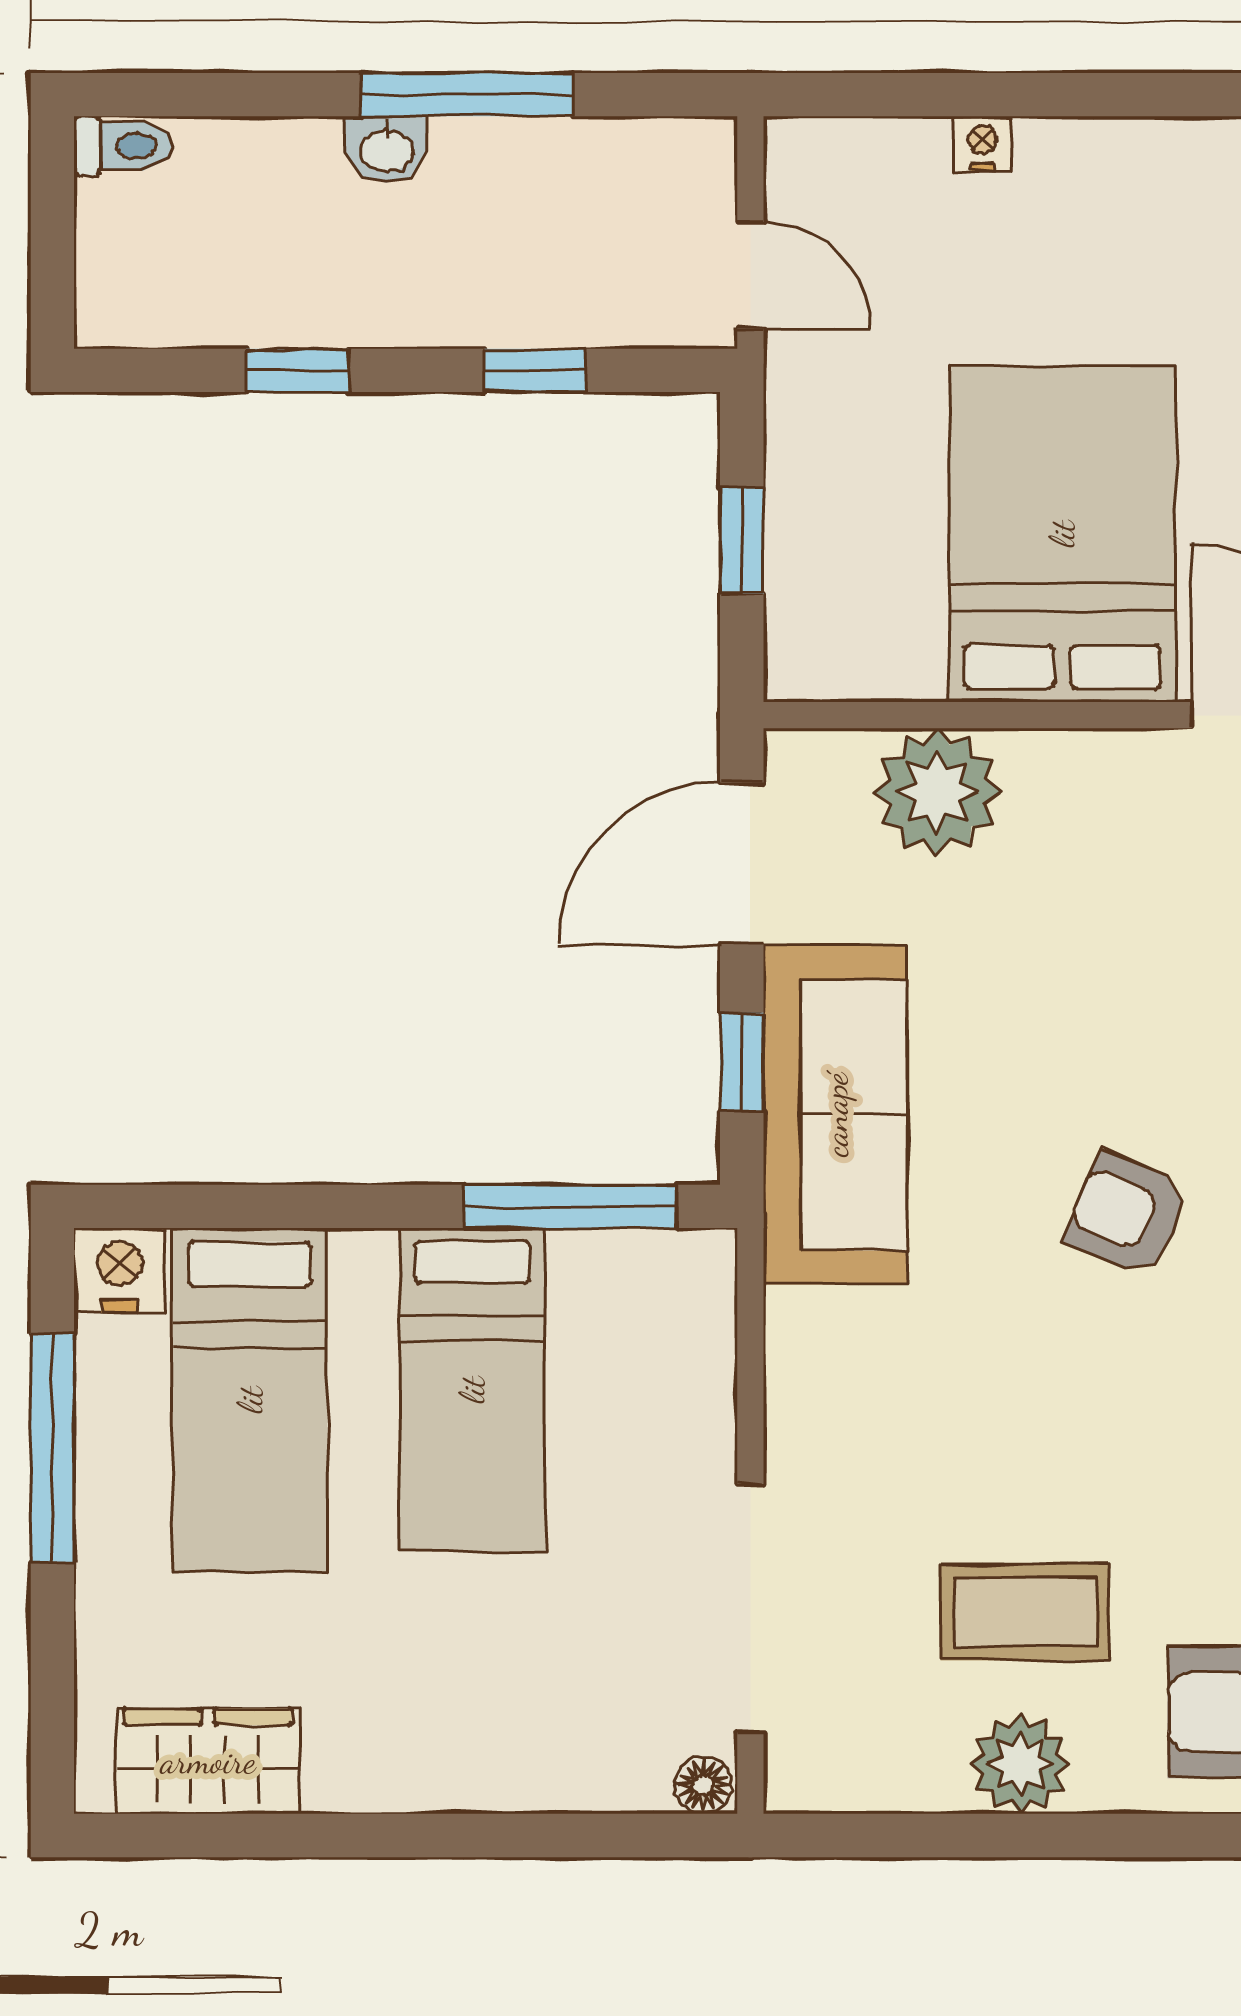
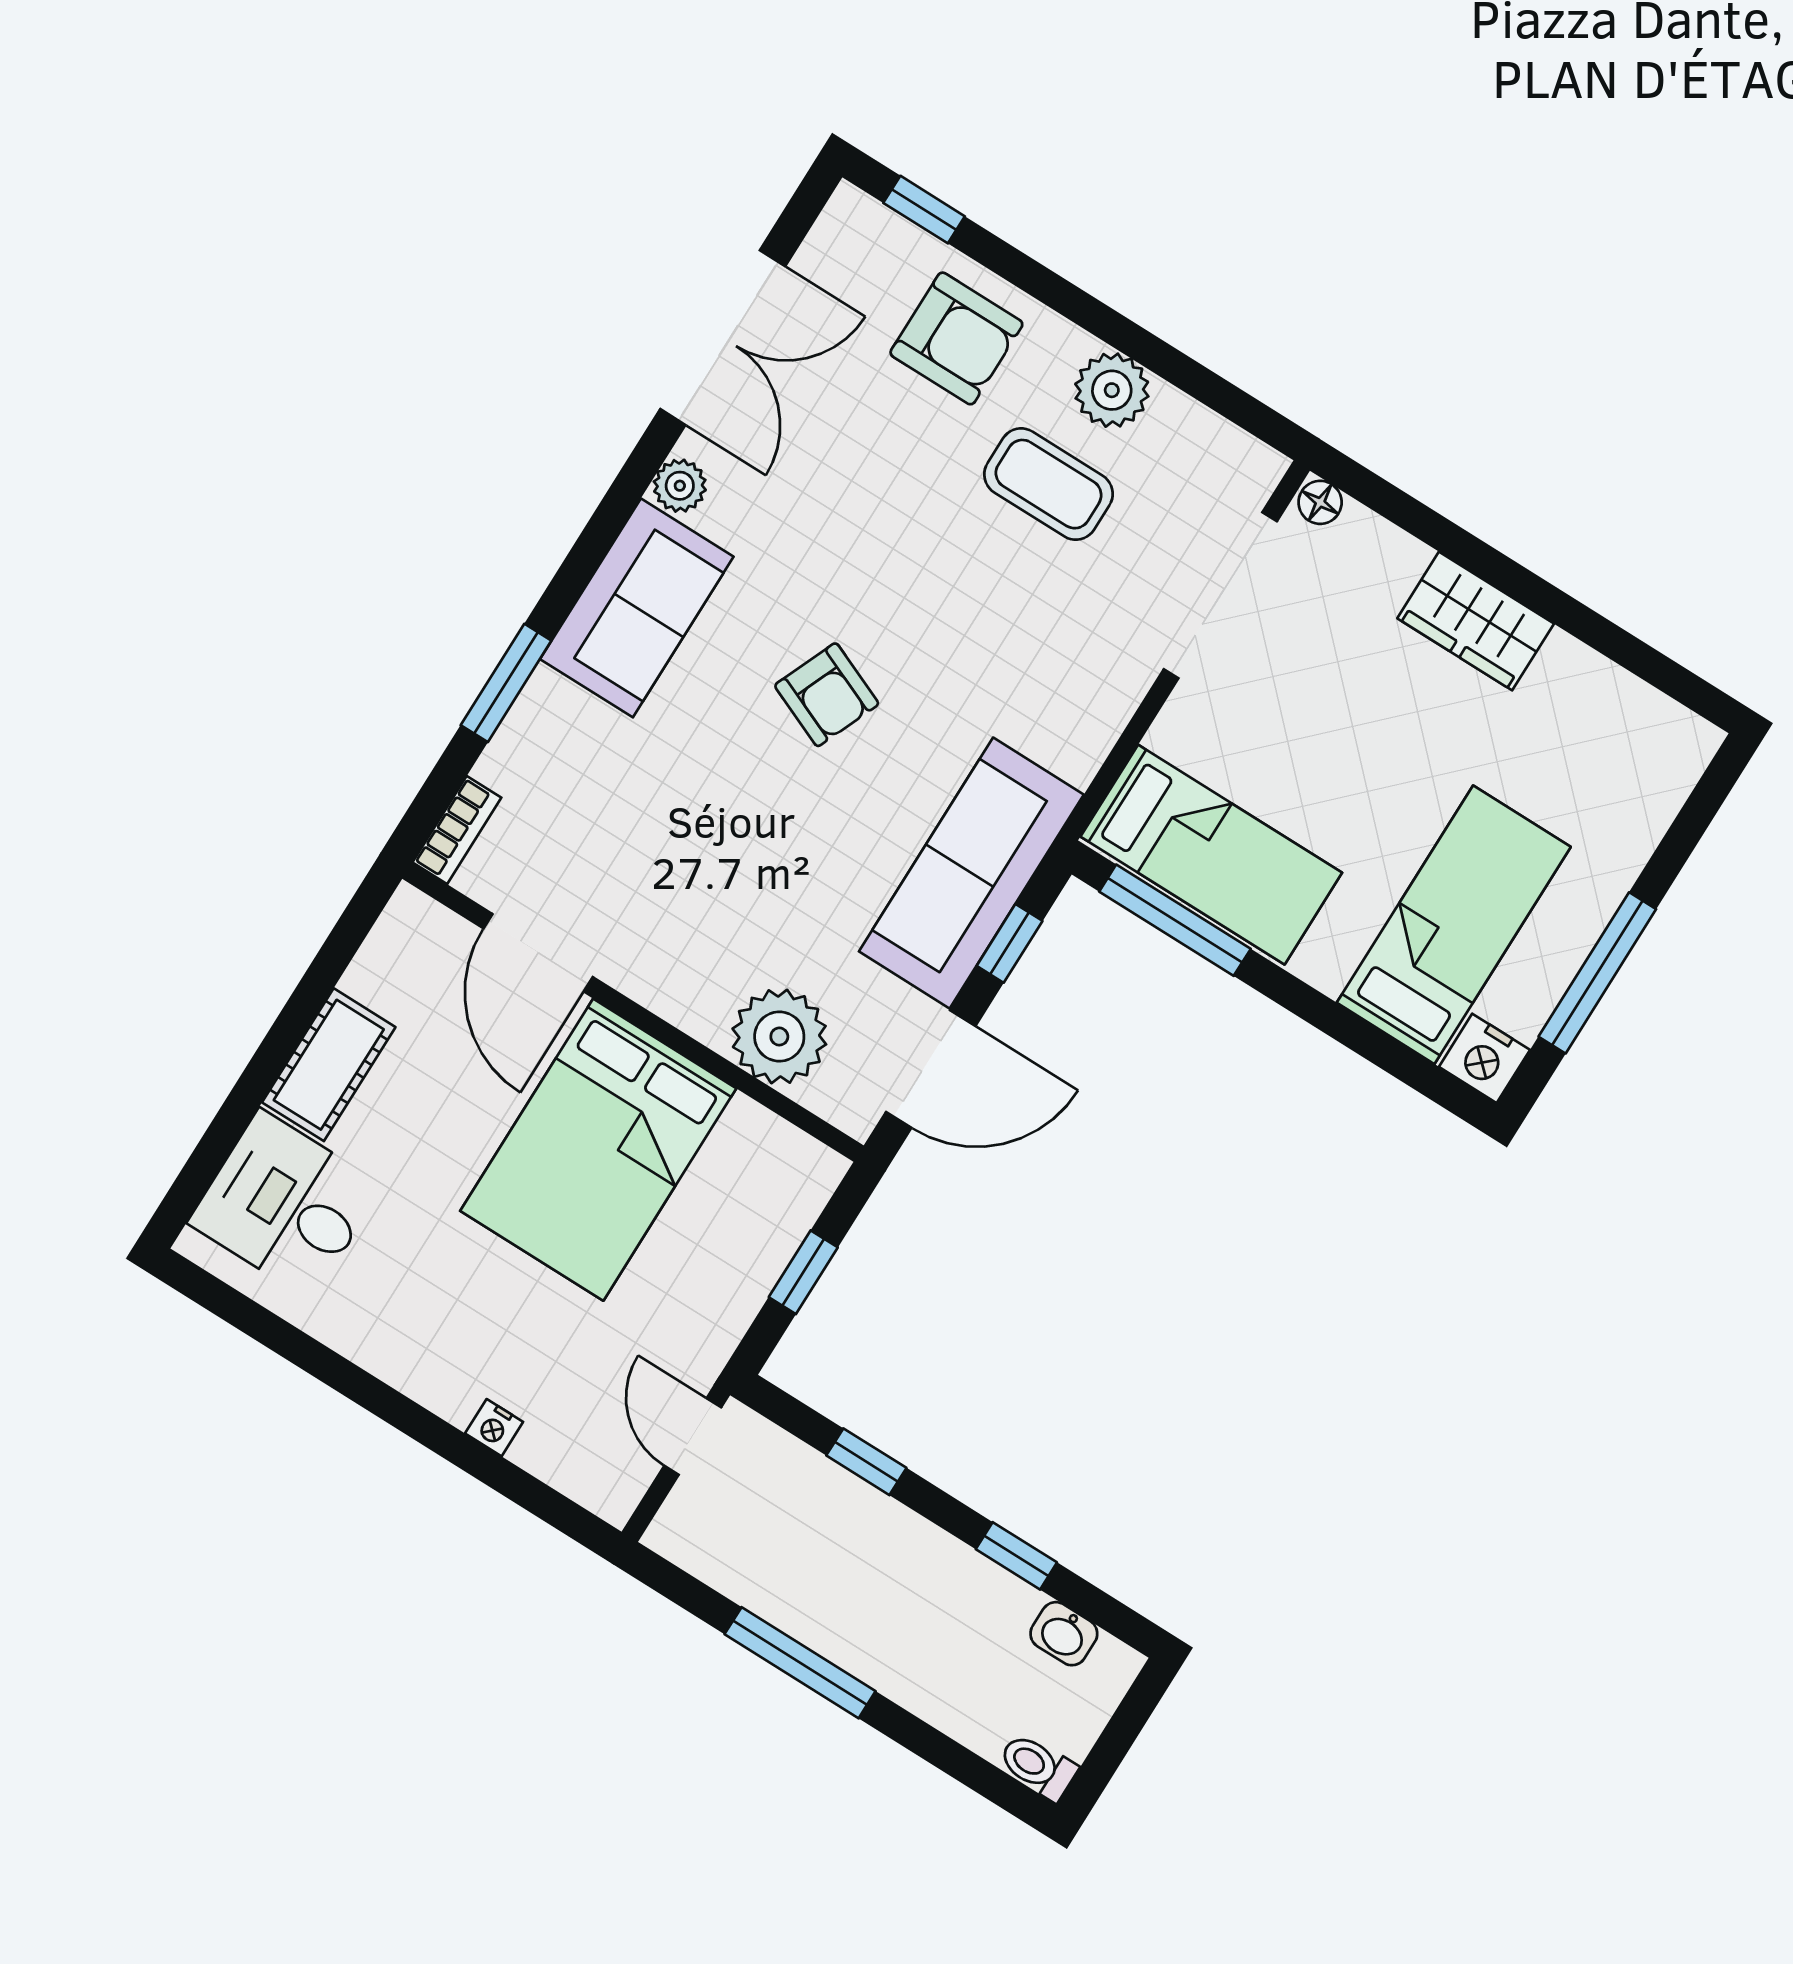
washbasin: (386, 149) -> (1064, 1634), moved, turned 180
bed: (472, 1390) -> (1211, 855), moved, turned 90
wardrobe: (208, 1761) -> (1476, 621), moved

